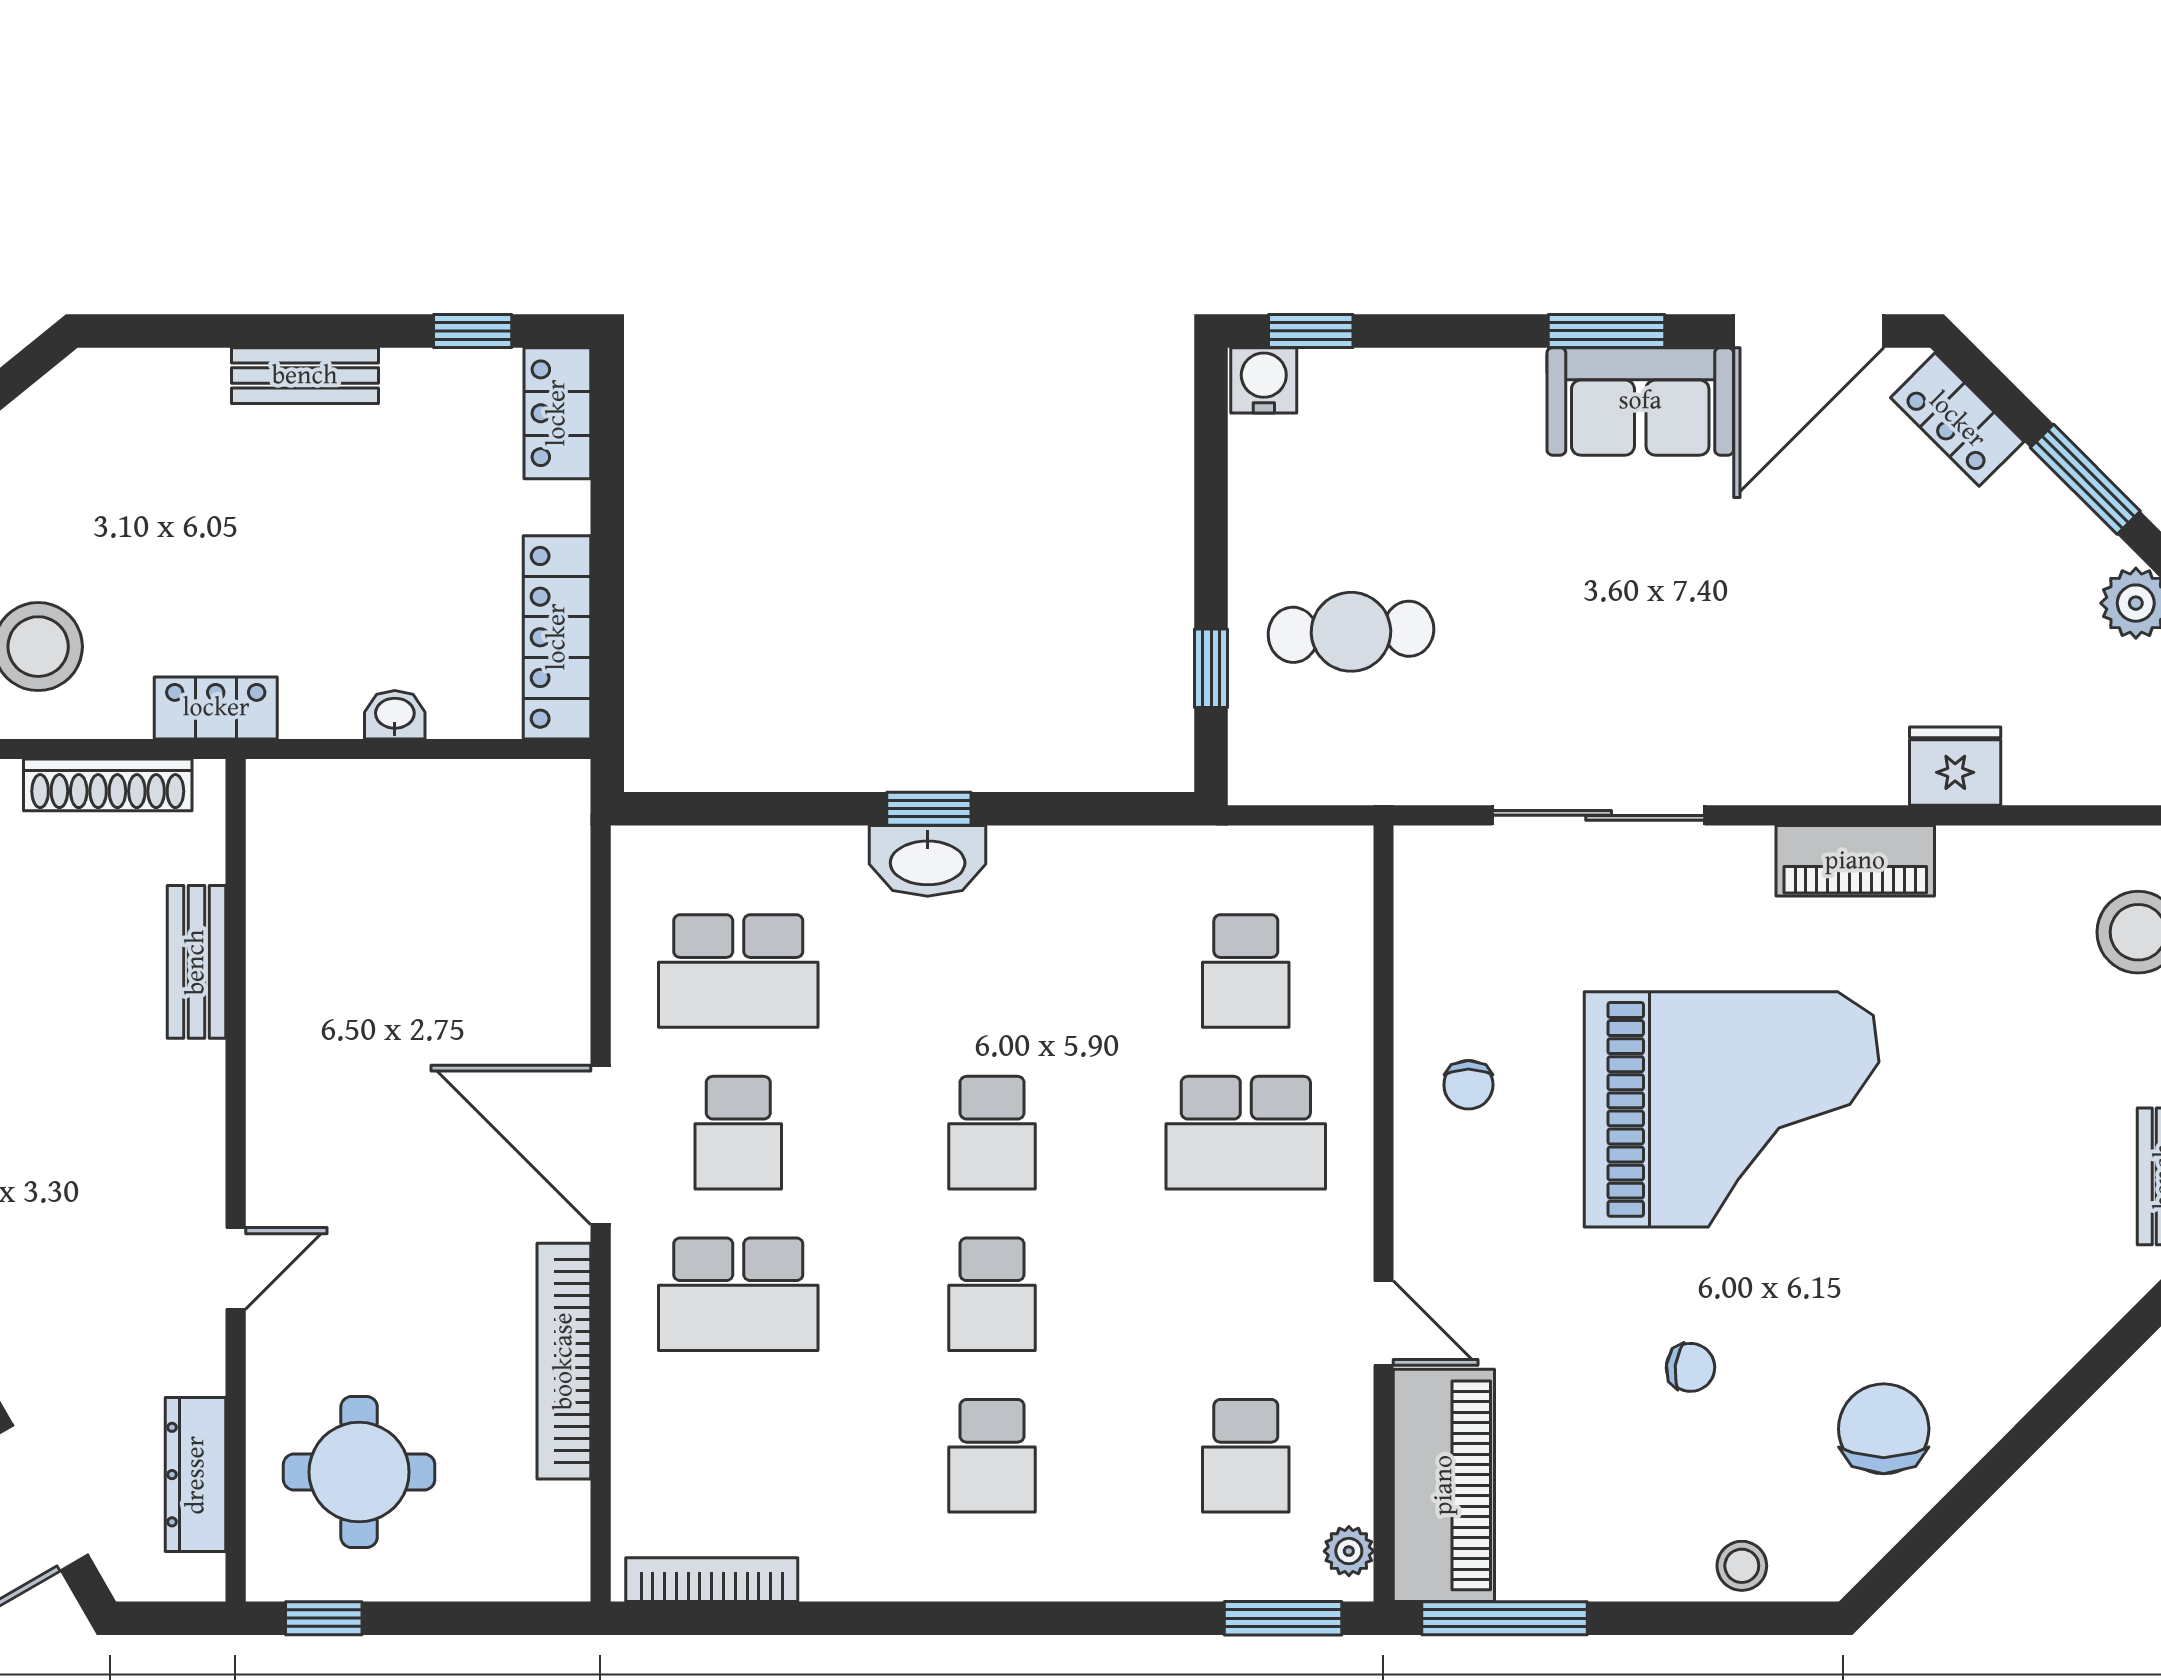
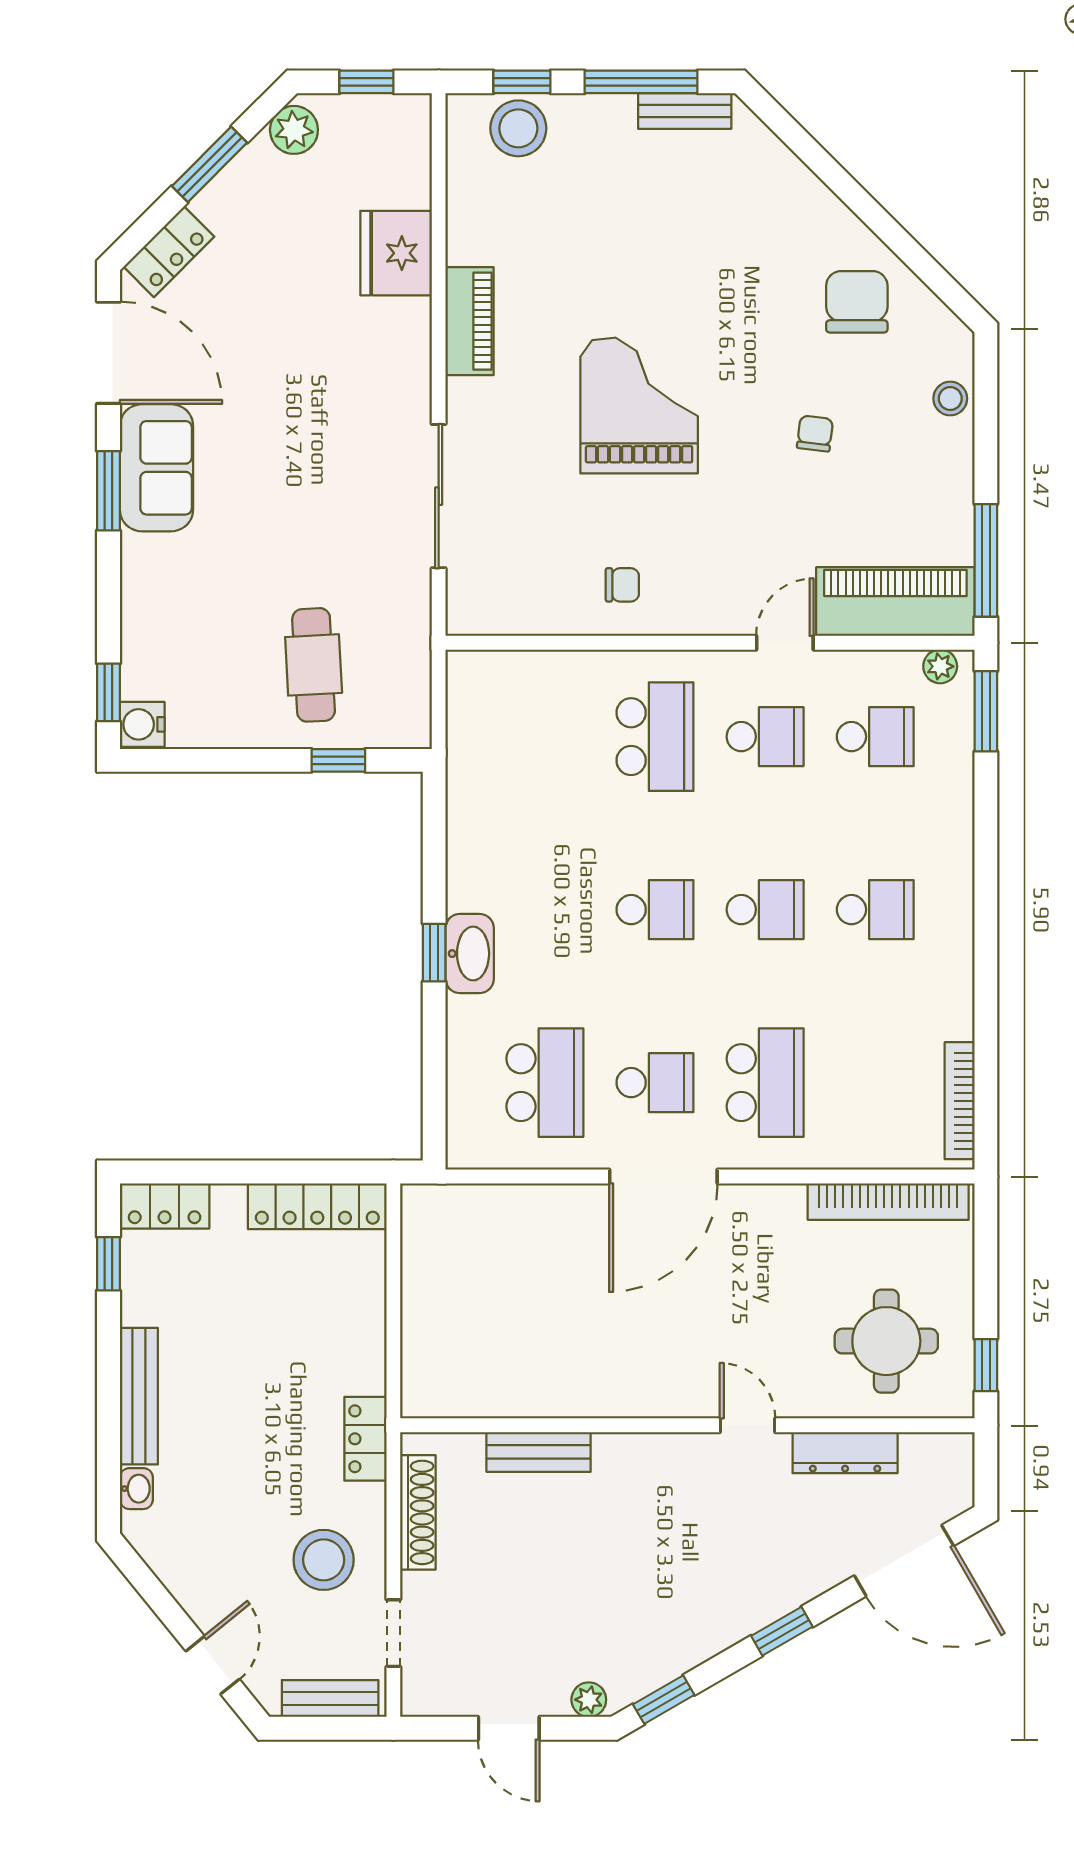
bench: (305, 376) -> (139, 1396), width x1.36
washbasin: (395, 715) -> (136, 1489), moved, turned 180
fridge: (1955, 766) -> (396, 253), width x1.36, depth x1.34
school desk: (1246, 971) -> (765, 737), moved
grand piano: (1732, 1109) -> (639, 405), width x0.73, depth x0.68
bookcase: (564, 1361) -> (888, 1202), moved
chair: (1884, 1429) -> (857, 302), turned 90
dresser: (196, 1475) -> (845, 1453), moved

